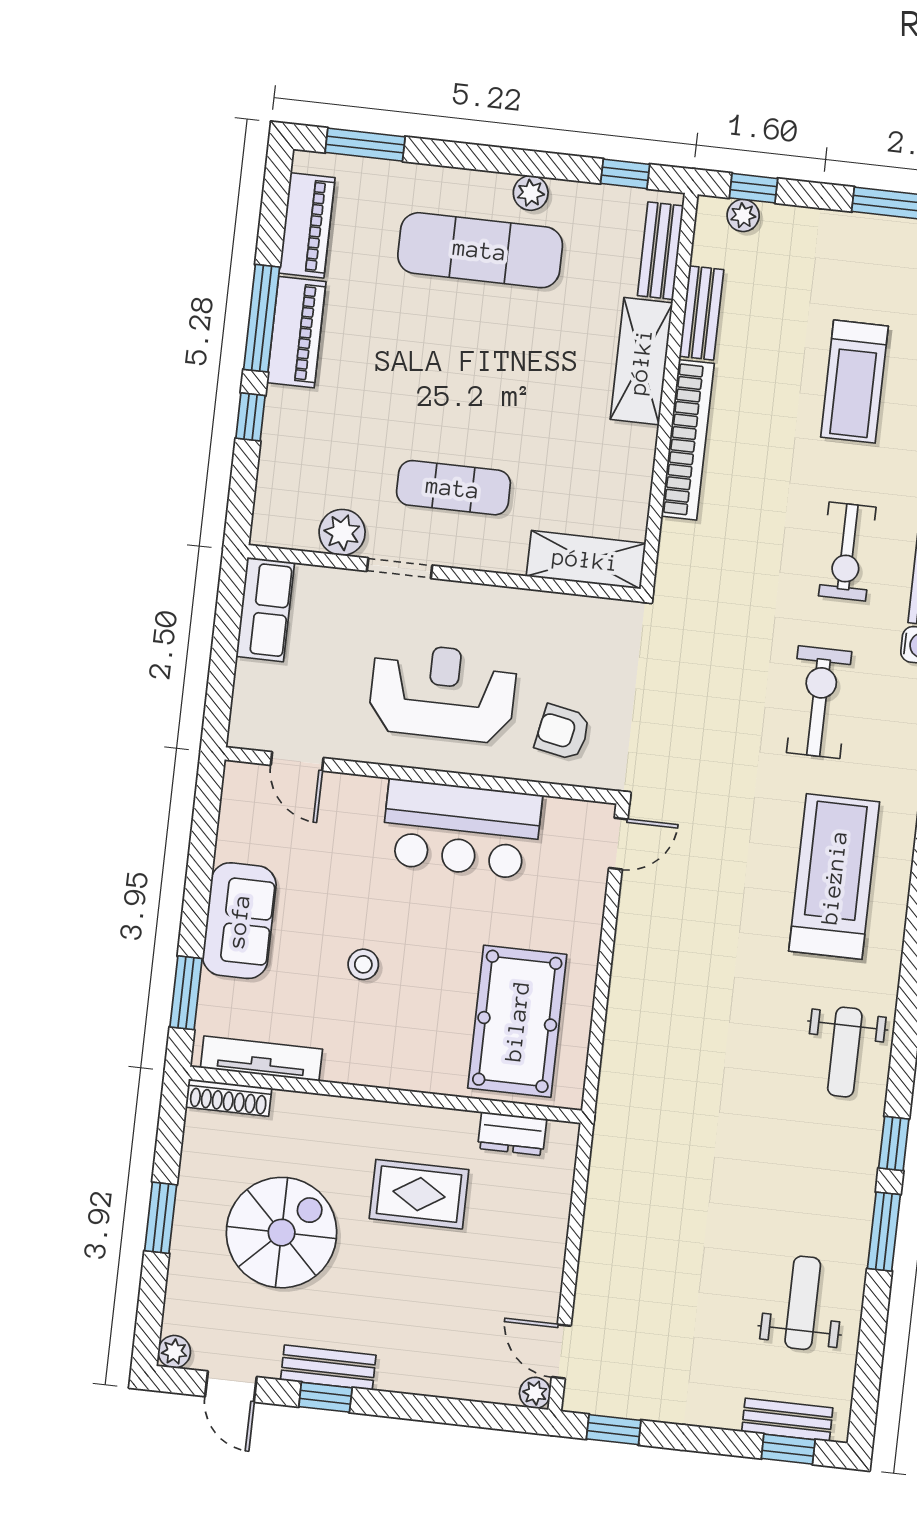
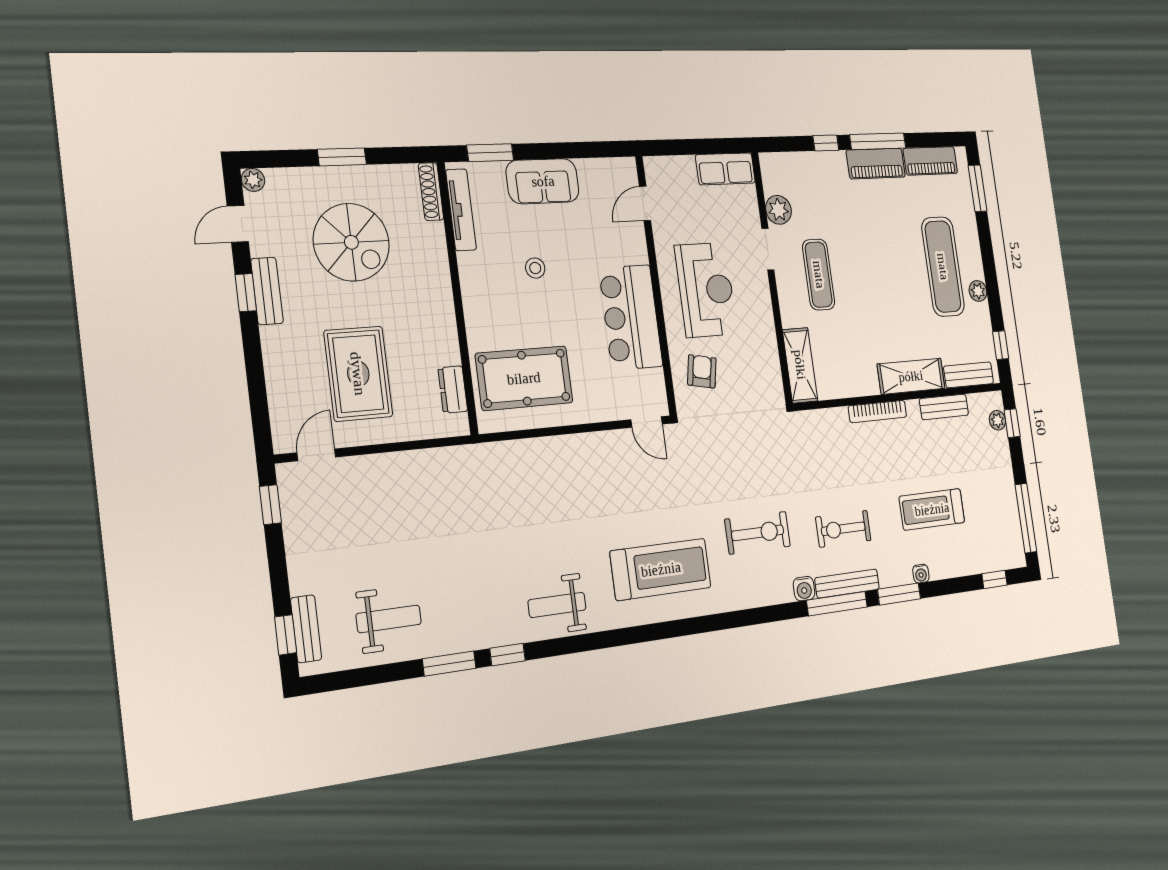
bookcase: (688, 440) -> (878, 411), width x0.68, depth x0.76
rug: (419, 1194) -> (358, 374), moved, width x1.36, depth x1.43
plant: (535, 1393) -> (283, 442), removed

